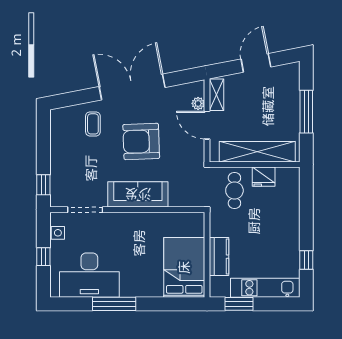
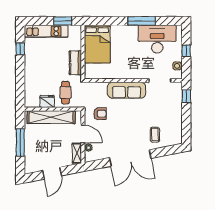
armchair: (141, 141) -> (100, 114), moved, width x0.53, depth x0.53
kitchen counter: (219, 257) -> (75, 63), moved

